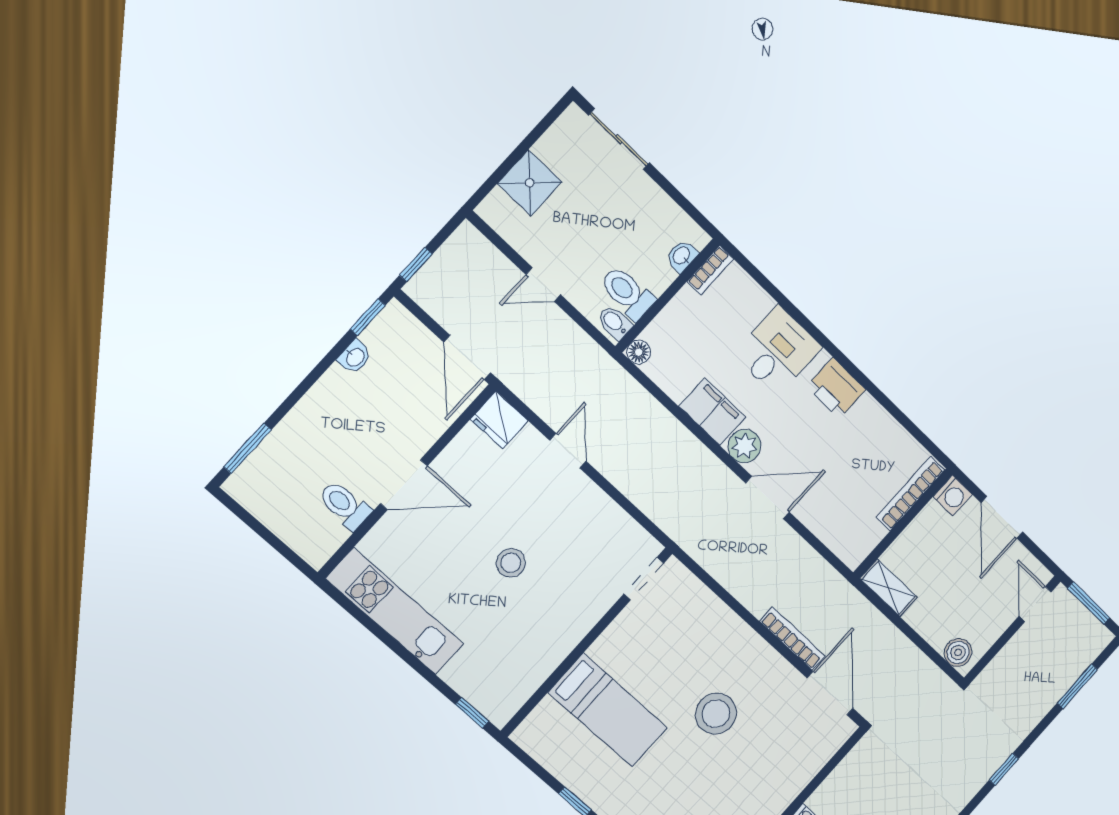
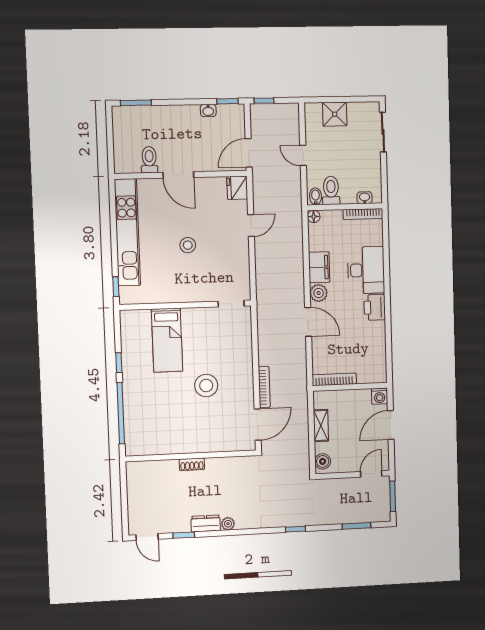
bookcase: (710, 270) -> (363, 214), width x1.56
desk: (778, 351) -> (366, 270), width x1.37
bookcase: (911, 494) -> (334, 379), moved
shelving: (889, 588) -> (321, 426), moved
kitchen unit: (395, 612) -> (127, 232), width x1.36

